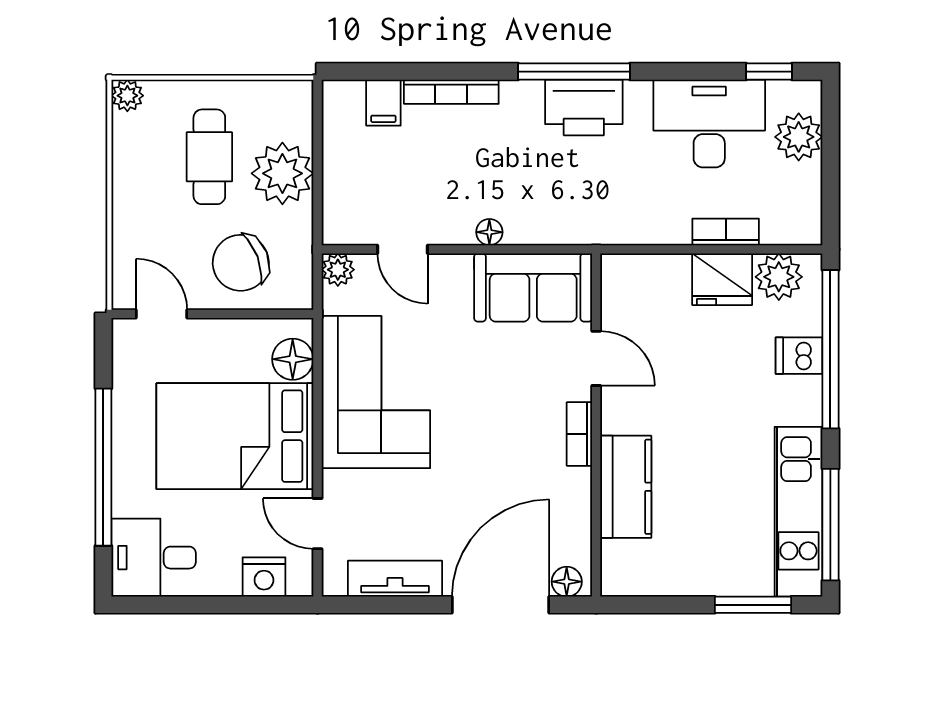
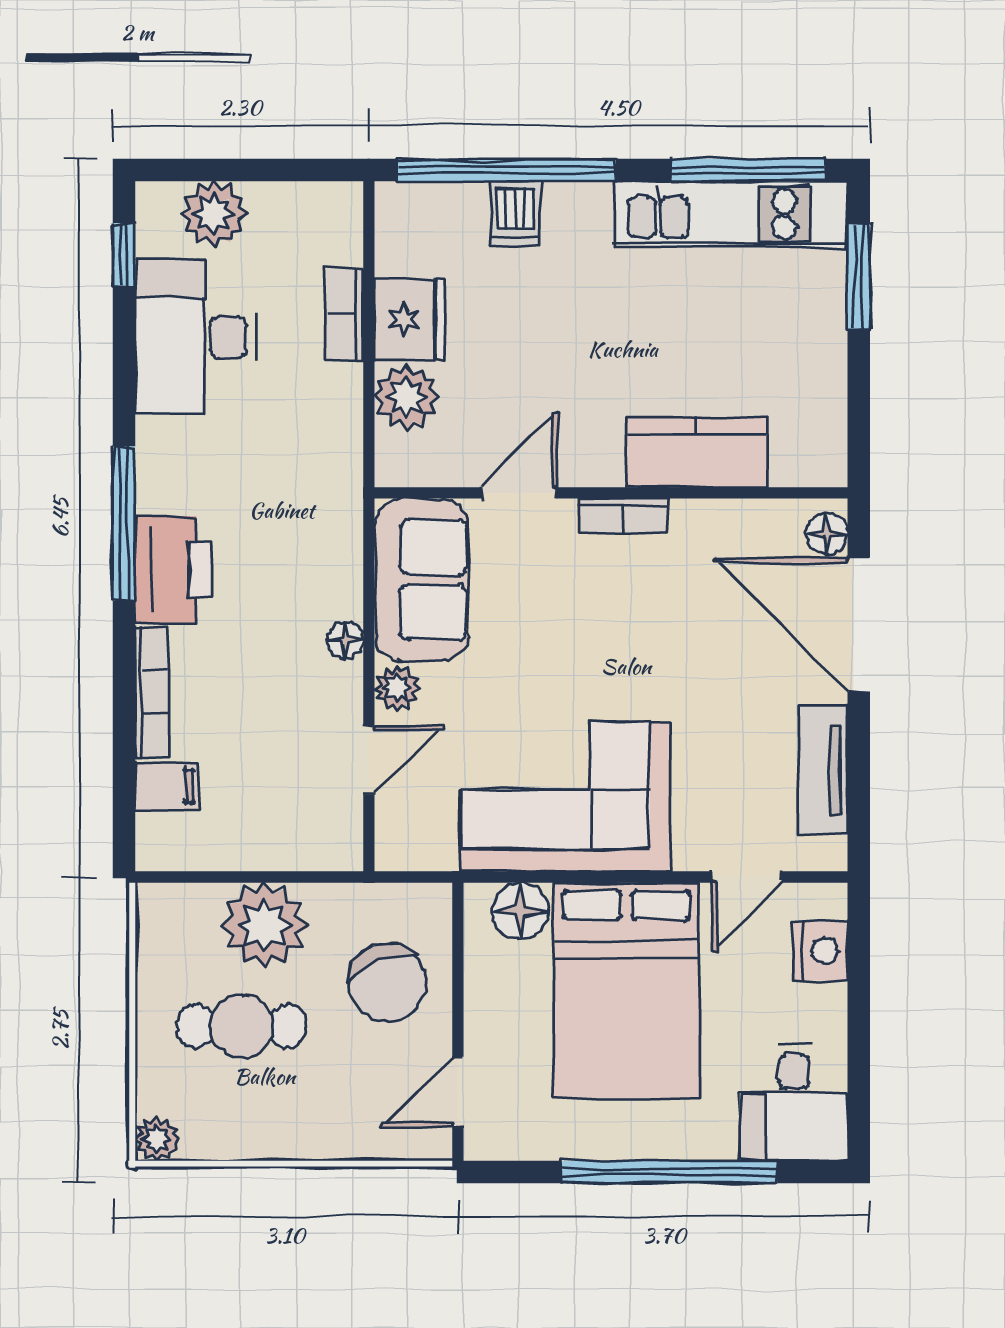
printer: (584, 107) -> (173, 569), moved
plant: (338, 270) -> (397, 688), moved
plant: (779, 277) -> (407, 397), moved

